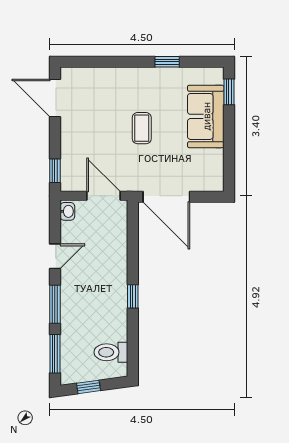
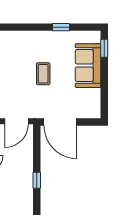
door: (103, 196) -> (16, 121), swing flipped
window: (133, 296) -> (37, 180), moved

